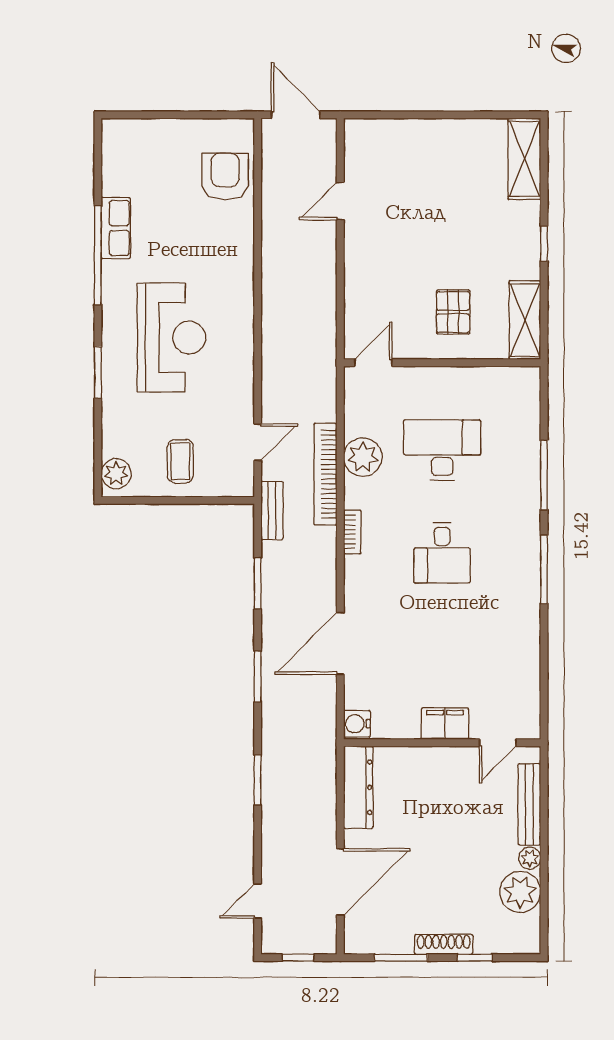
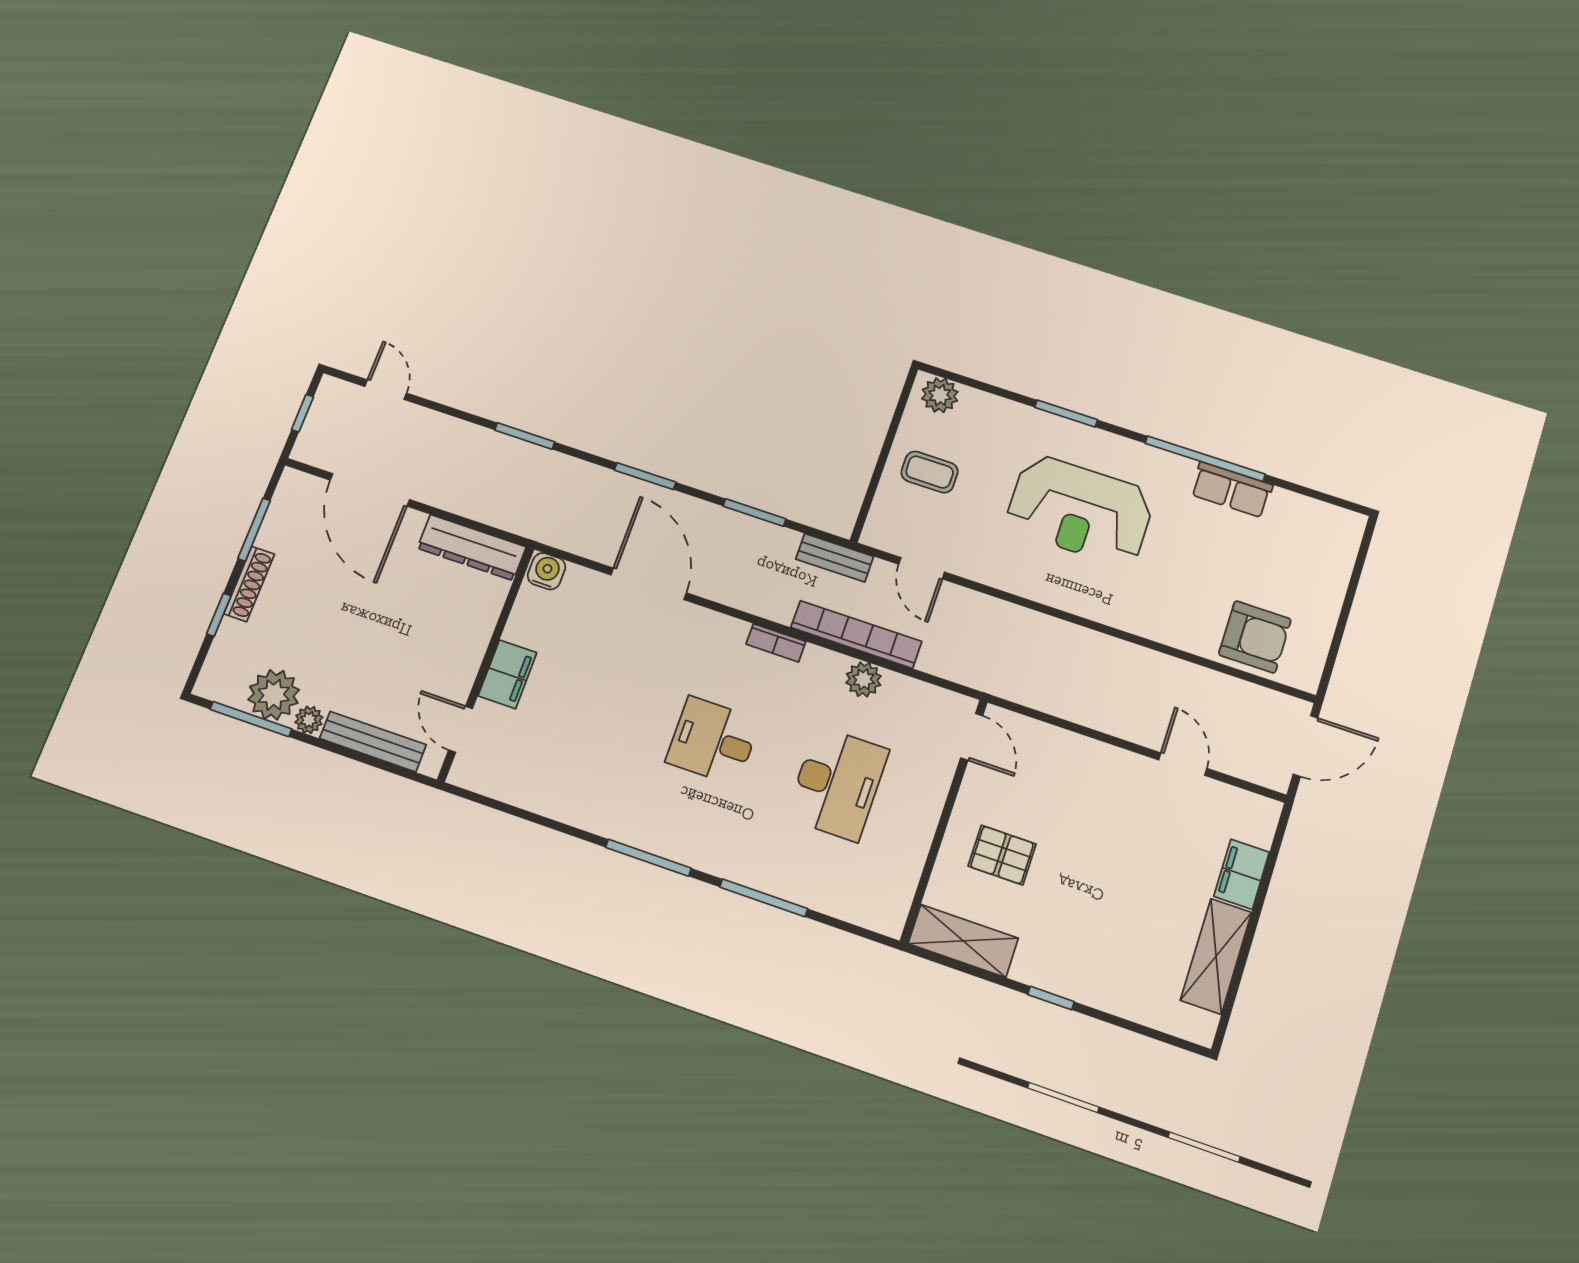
filing cabinet: (407, 134) -> (1242, 874), added
shelving: (524, 159) -> (1216, 956), moved, turned 90
plant: (363, 457) -> (864, 679), width x0.73, depth x0.73
window: (544, 901) -> (251, 719), added

